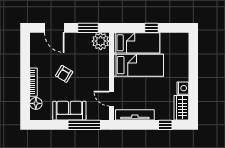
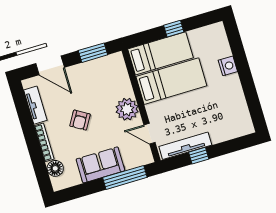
plant: (101, 41) -> (127, 109), moved
tv unit: (35, 53) -> (35, 105), added
nightstand: (183, 88) -> (228, 66), moved
wardrobe: (181, 108) -> (242, 119), removed
window: (165, 125) -> (199, 156), moved

